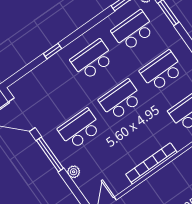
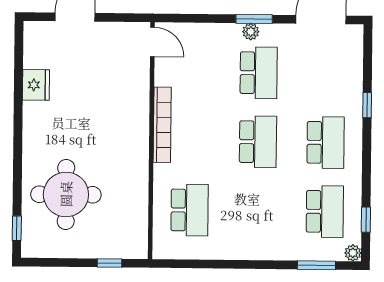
school desk: (162, 71) -> (257, 211), removed
window: (50, 154) -> (254, 19), width x0.69
plant: (74, 172) -> (251, 32), moved

